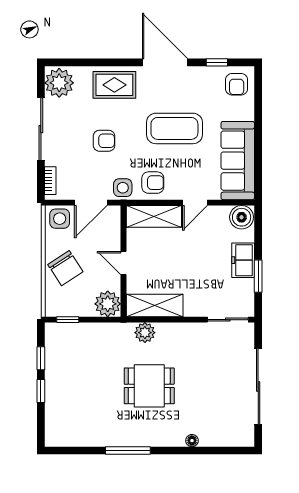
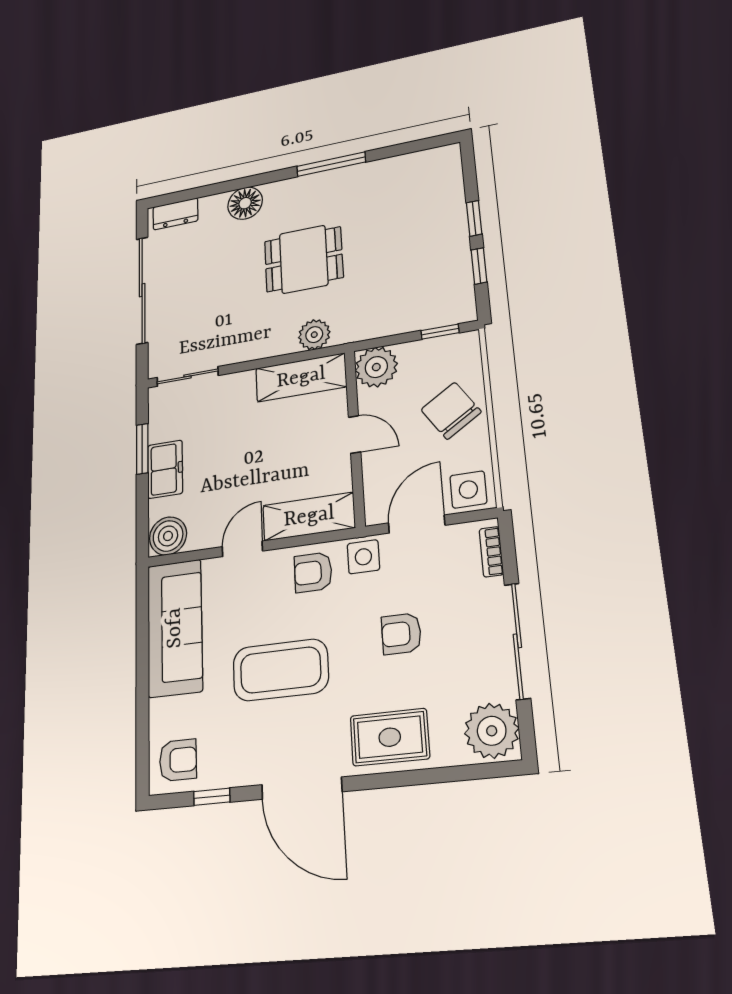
armchair: (237, 84) -> (178, 760), turned 90
dresser: (235, 438) -> (175, 214), added
floor lamp: (192, 441) -> (245, 203), width x1.89, depth x1.89

